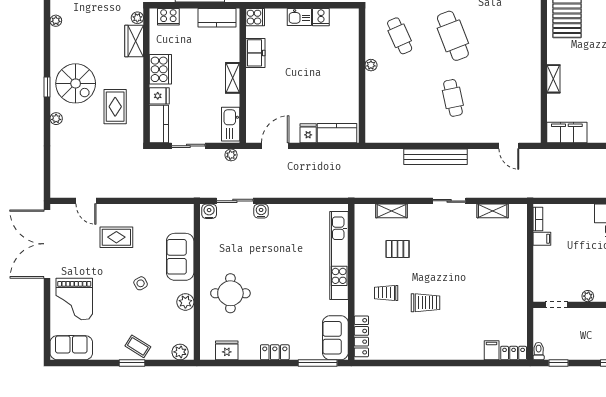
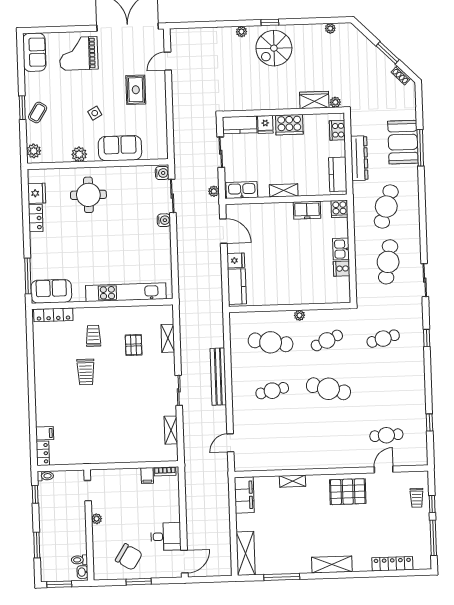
cafe table: (453, 36) -> (328, 389), turned 36
cafe table: (400, 98) -> (271, 342), added
rug: (115, 107) -> (254, 85), removed
locker: (275, 352) -> (36, 218), moved

